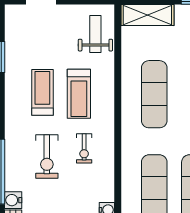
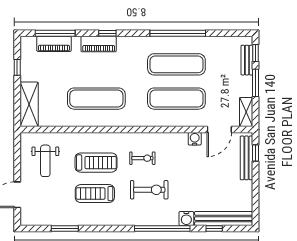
weight bench: (95, 34) -> (45, 161), moved, turned -90

